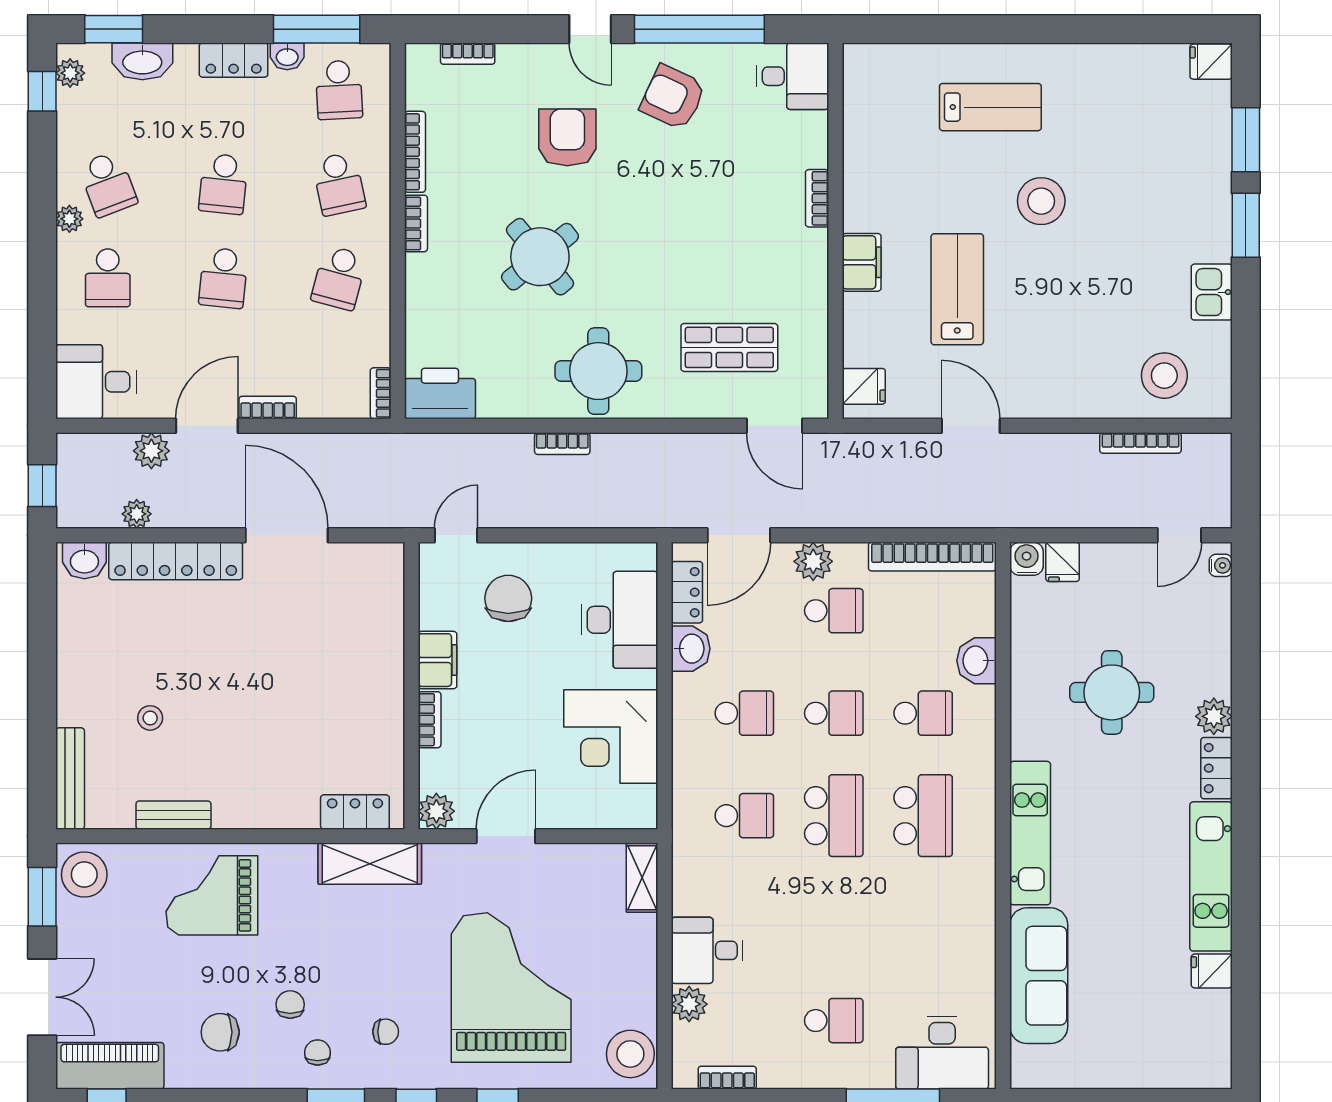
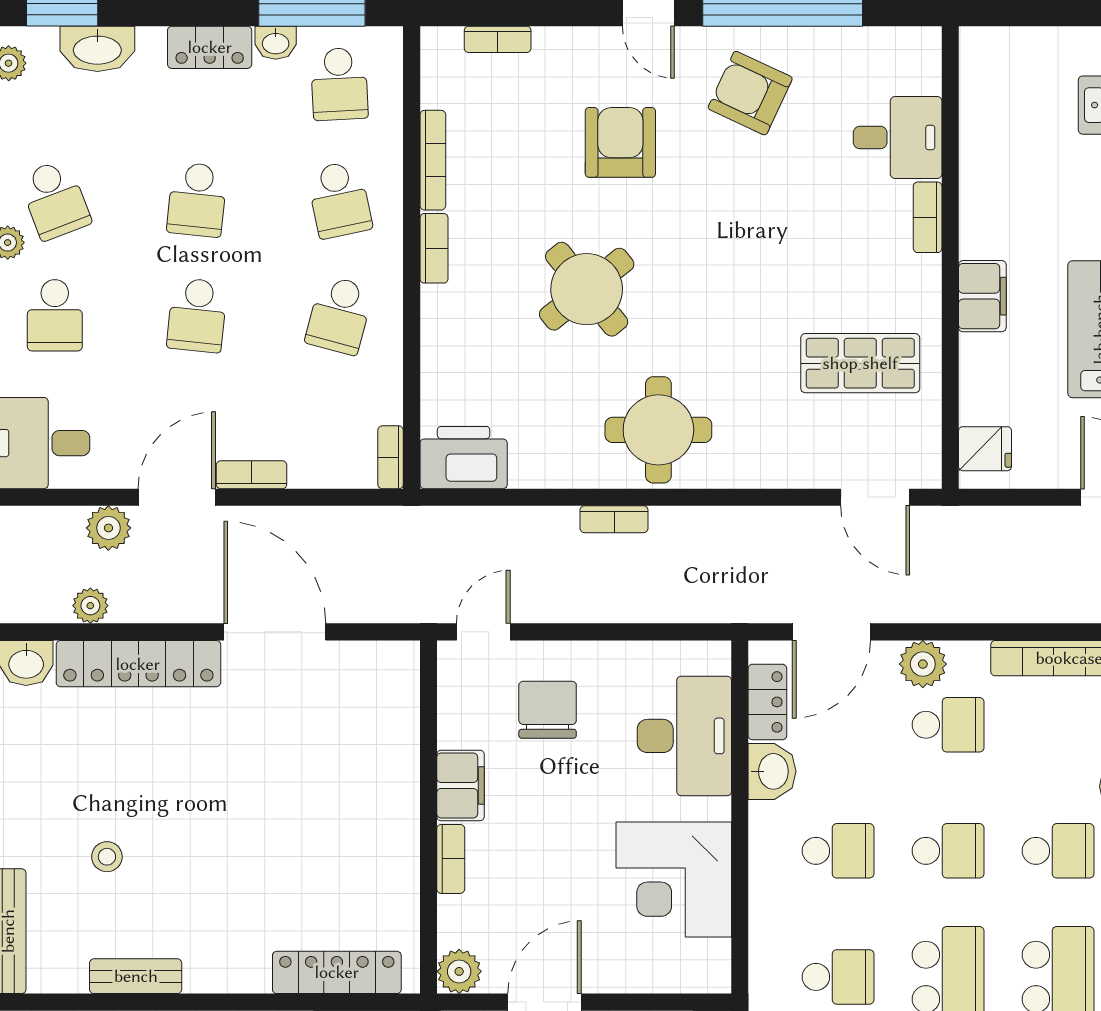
desk: (793, 76) -> (898, 137), moved
shop shelf: (729, 347) -> (860, 363), moved
locker: (355, 812) -> (337, 972), width x1.53

